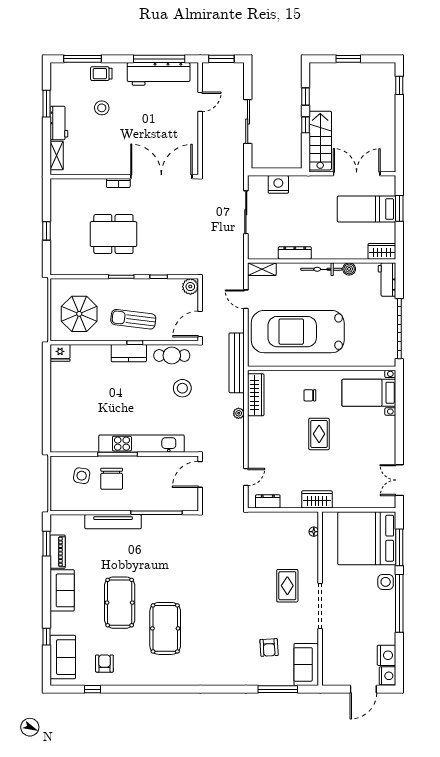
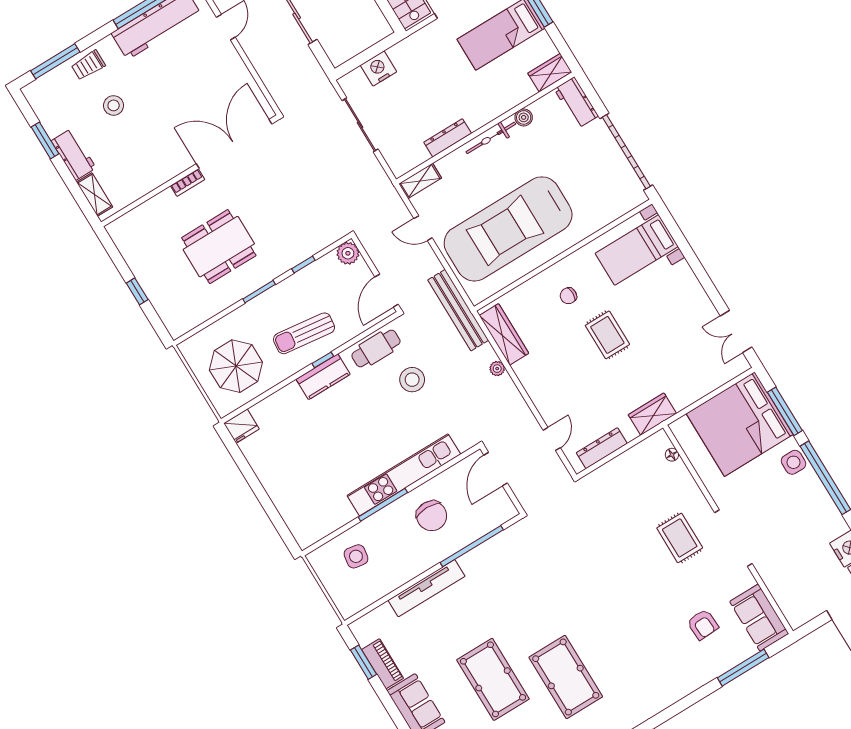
chair: (112, 479) -> (432, 516), moved
dresser: (268, 501) -> (602, 448), width x1.44

